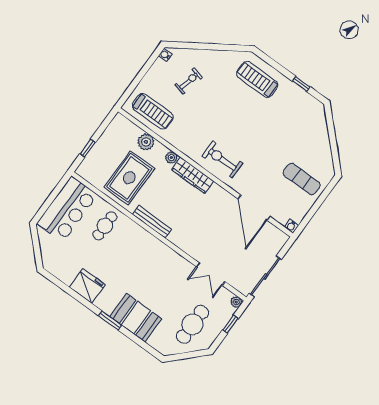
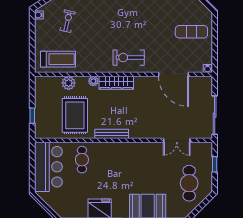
plant: (236, 302) -> (208, 147), removed

